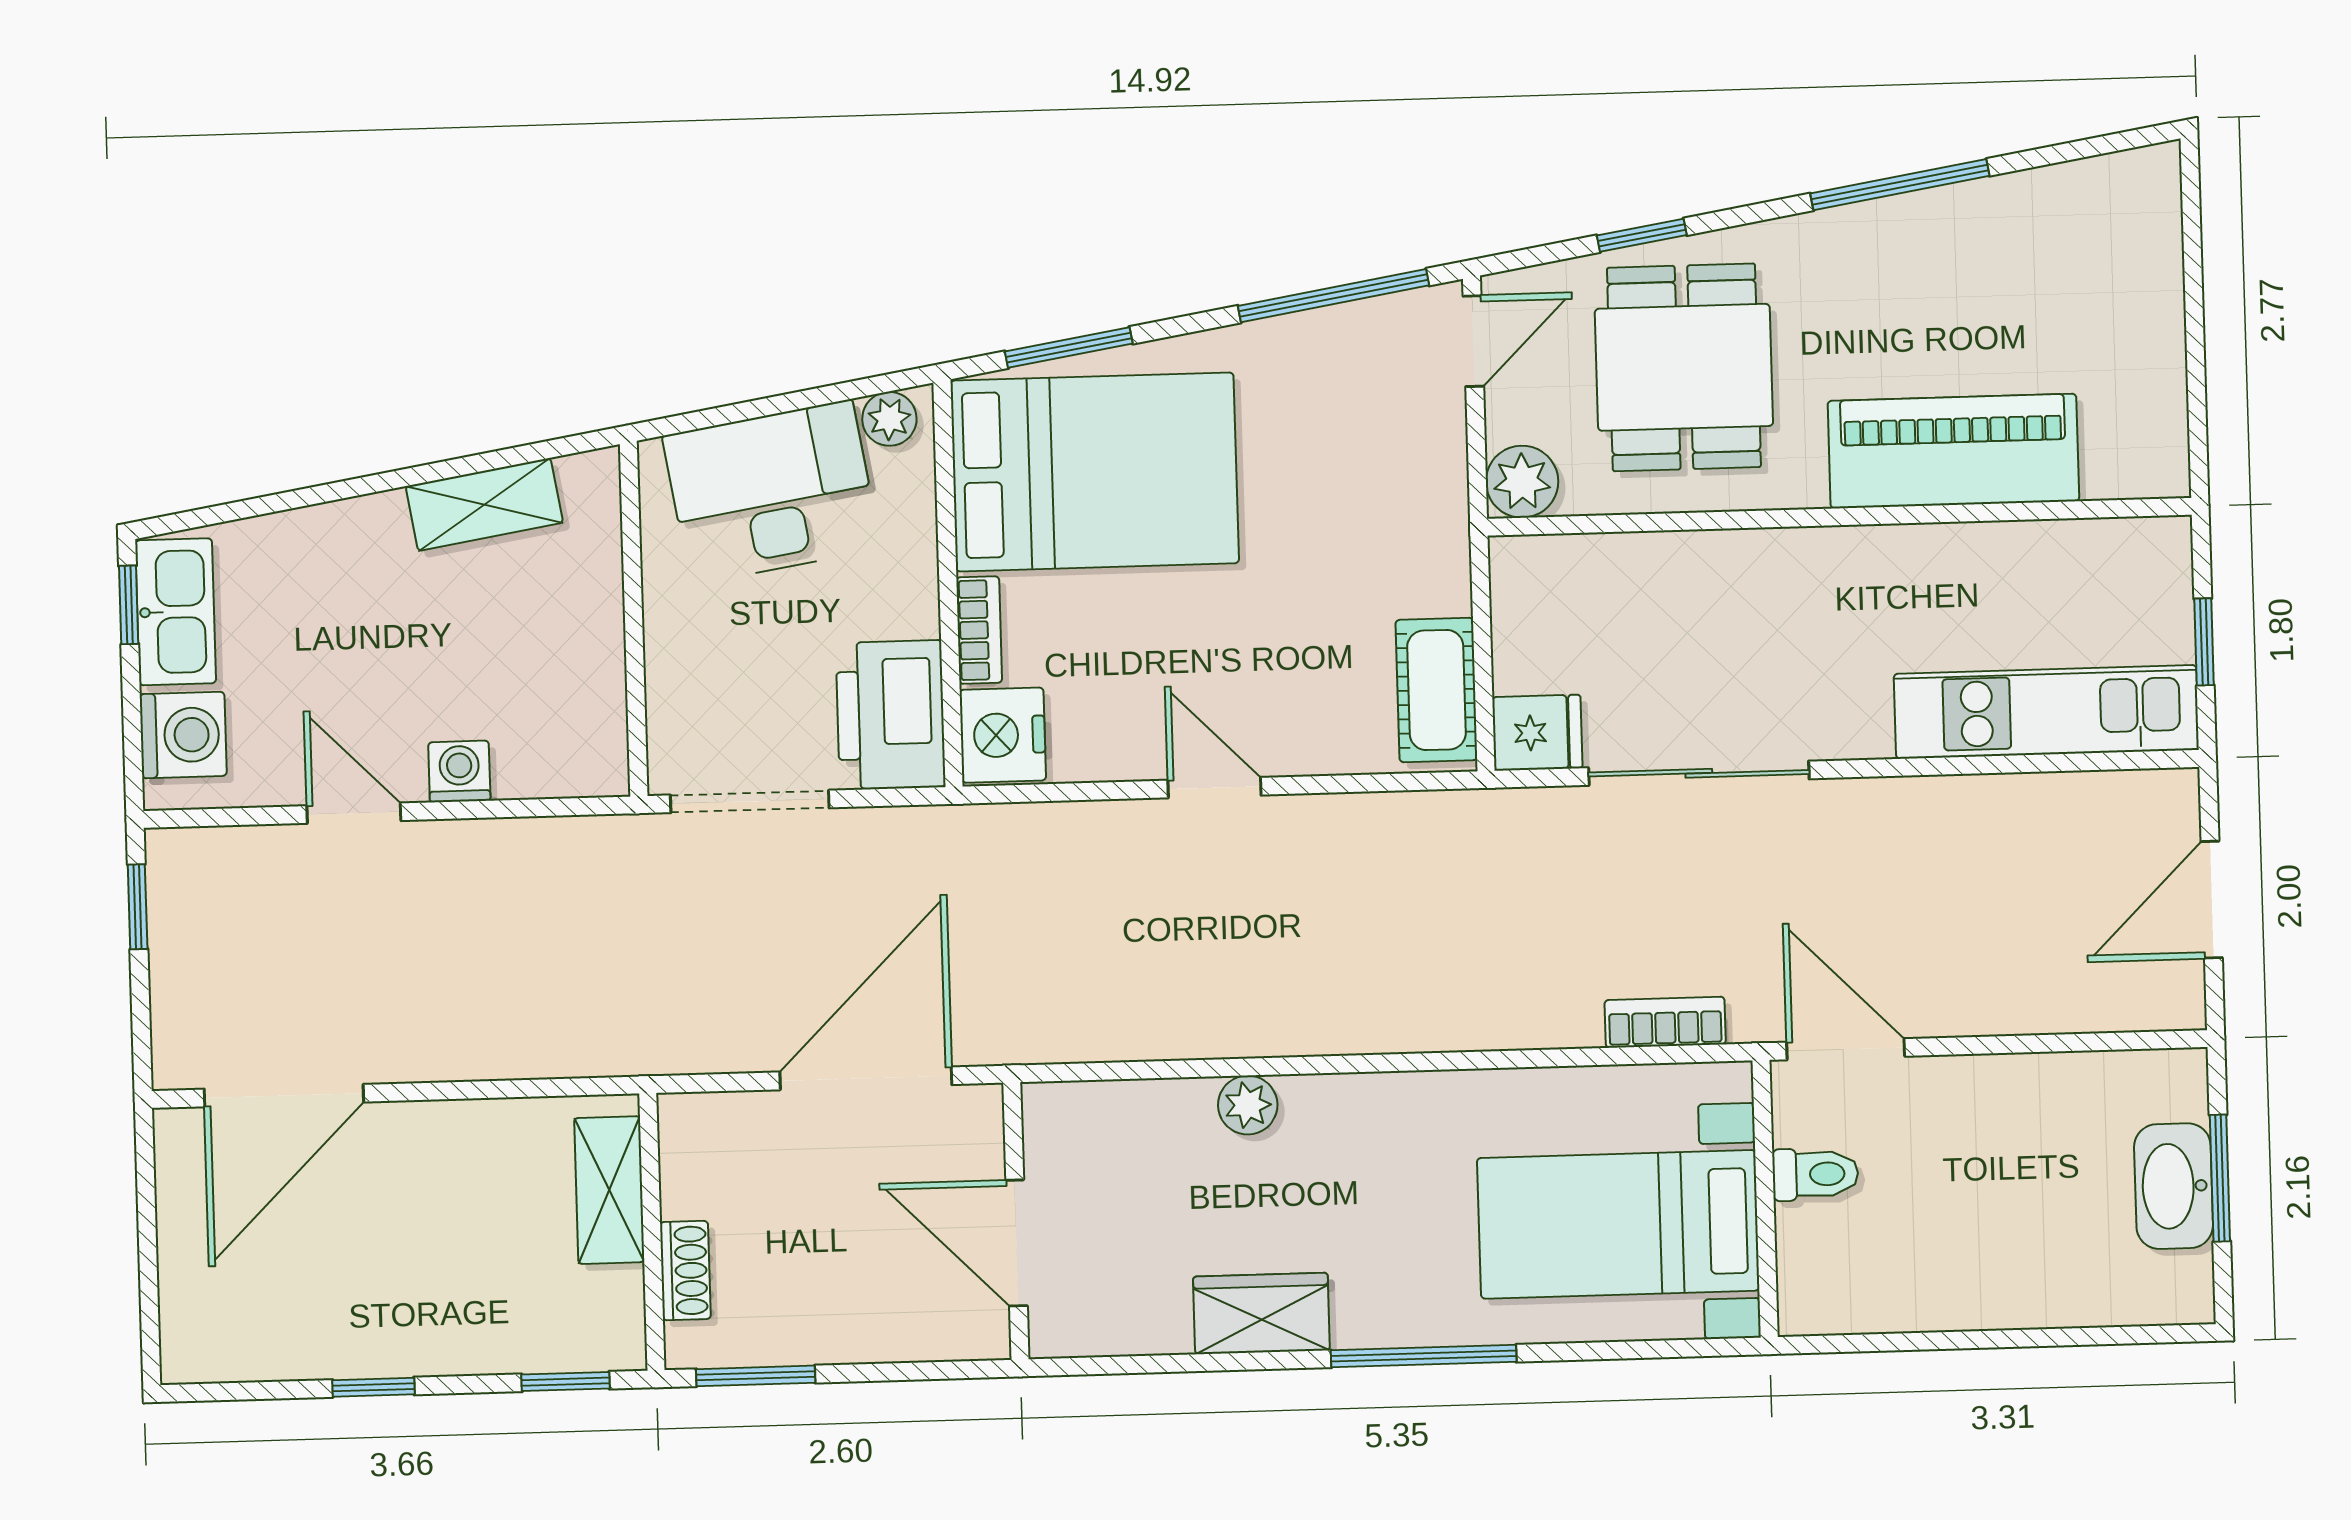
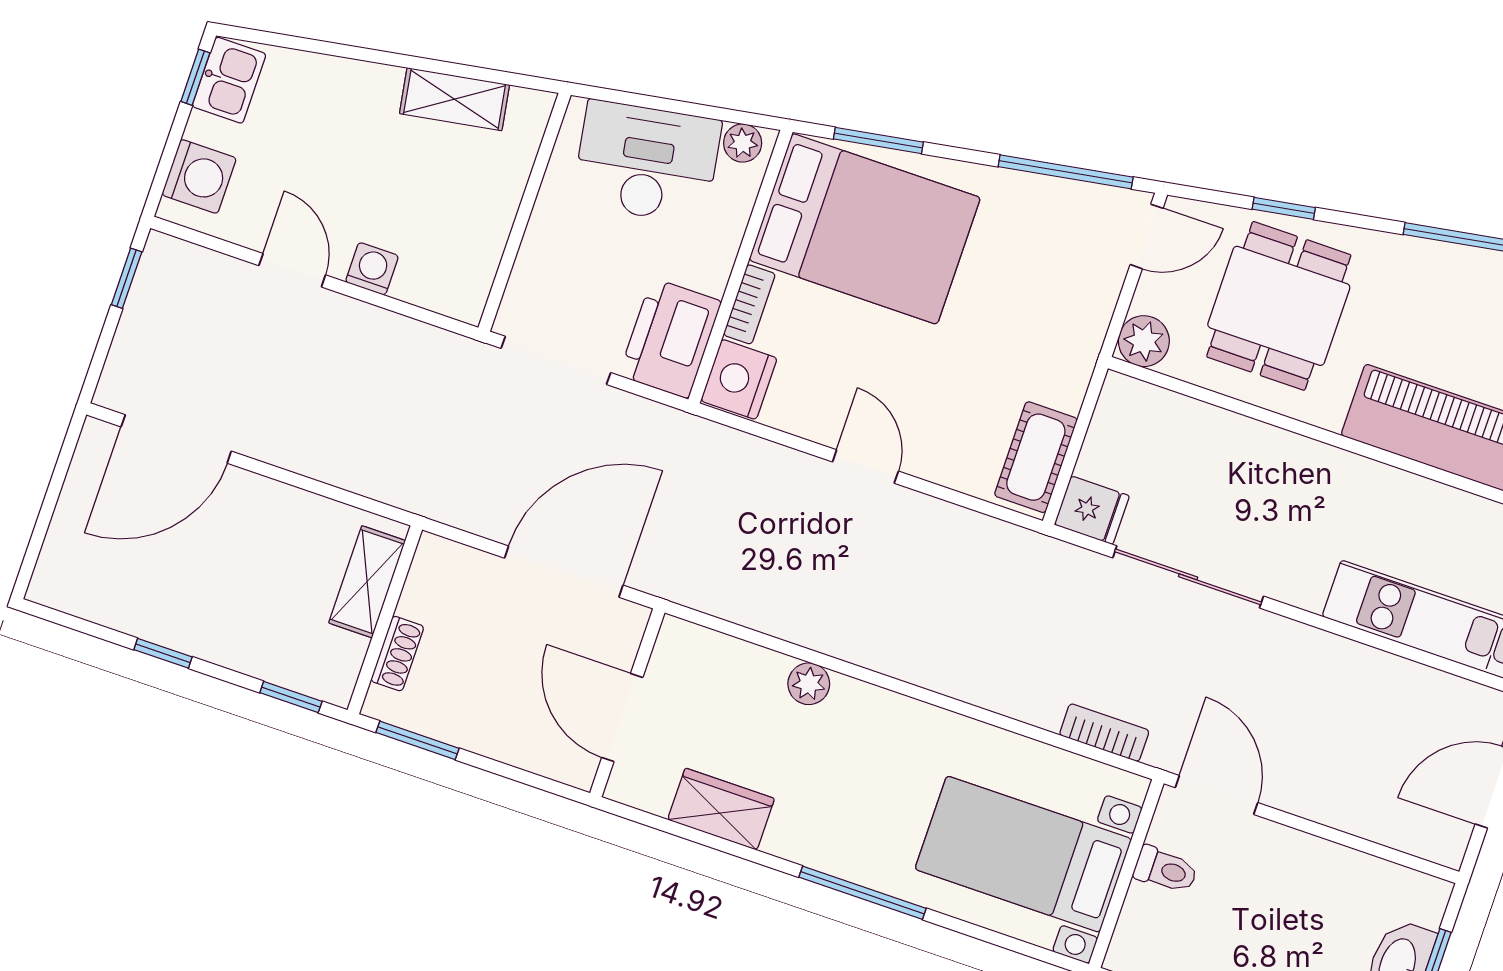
kitchen sink: (176, 612) -> (229, 80), width x0.73
wardrobe: (1261, 1313) -> (721, 809), moved

